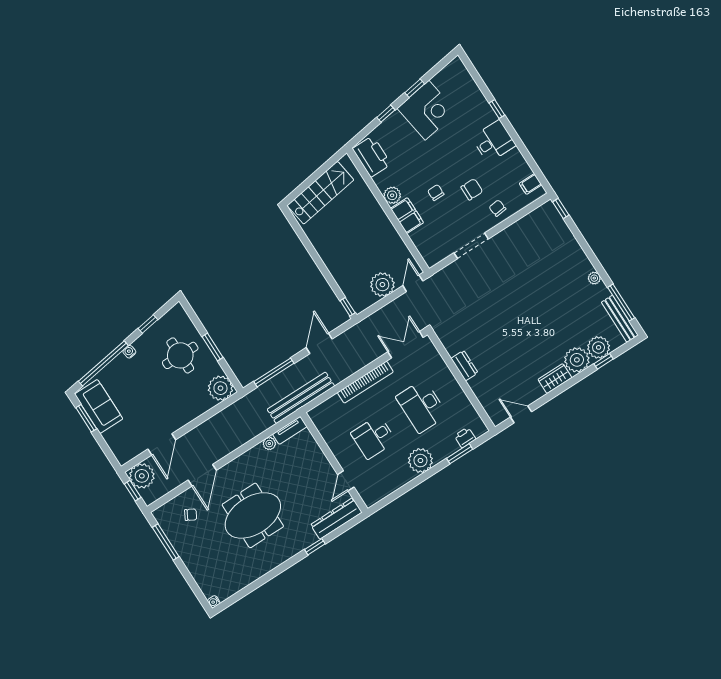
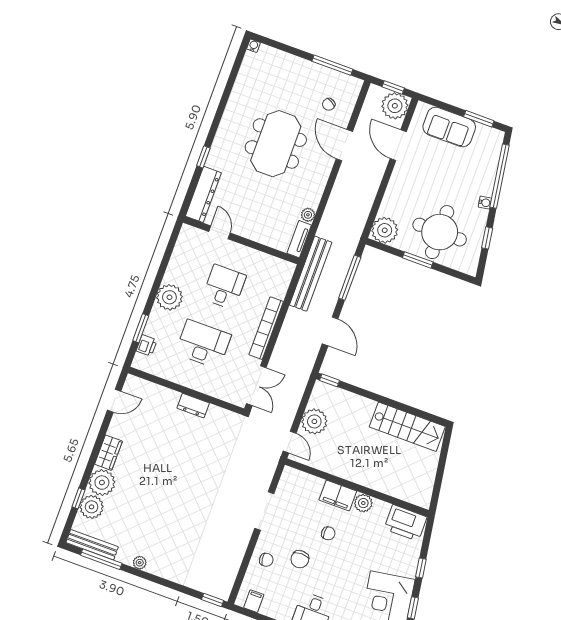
stairs: (320, 193) -> (407, 427), moved, turned -81
round table: (180, 355) -> (440, 232), width x1.36, depth x1.36
sofa: (99, 406) -> (449, 127), moved

